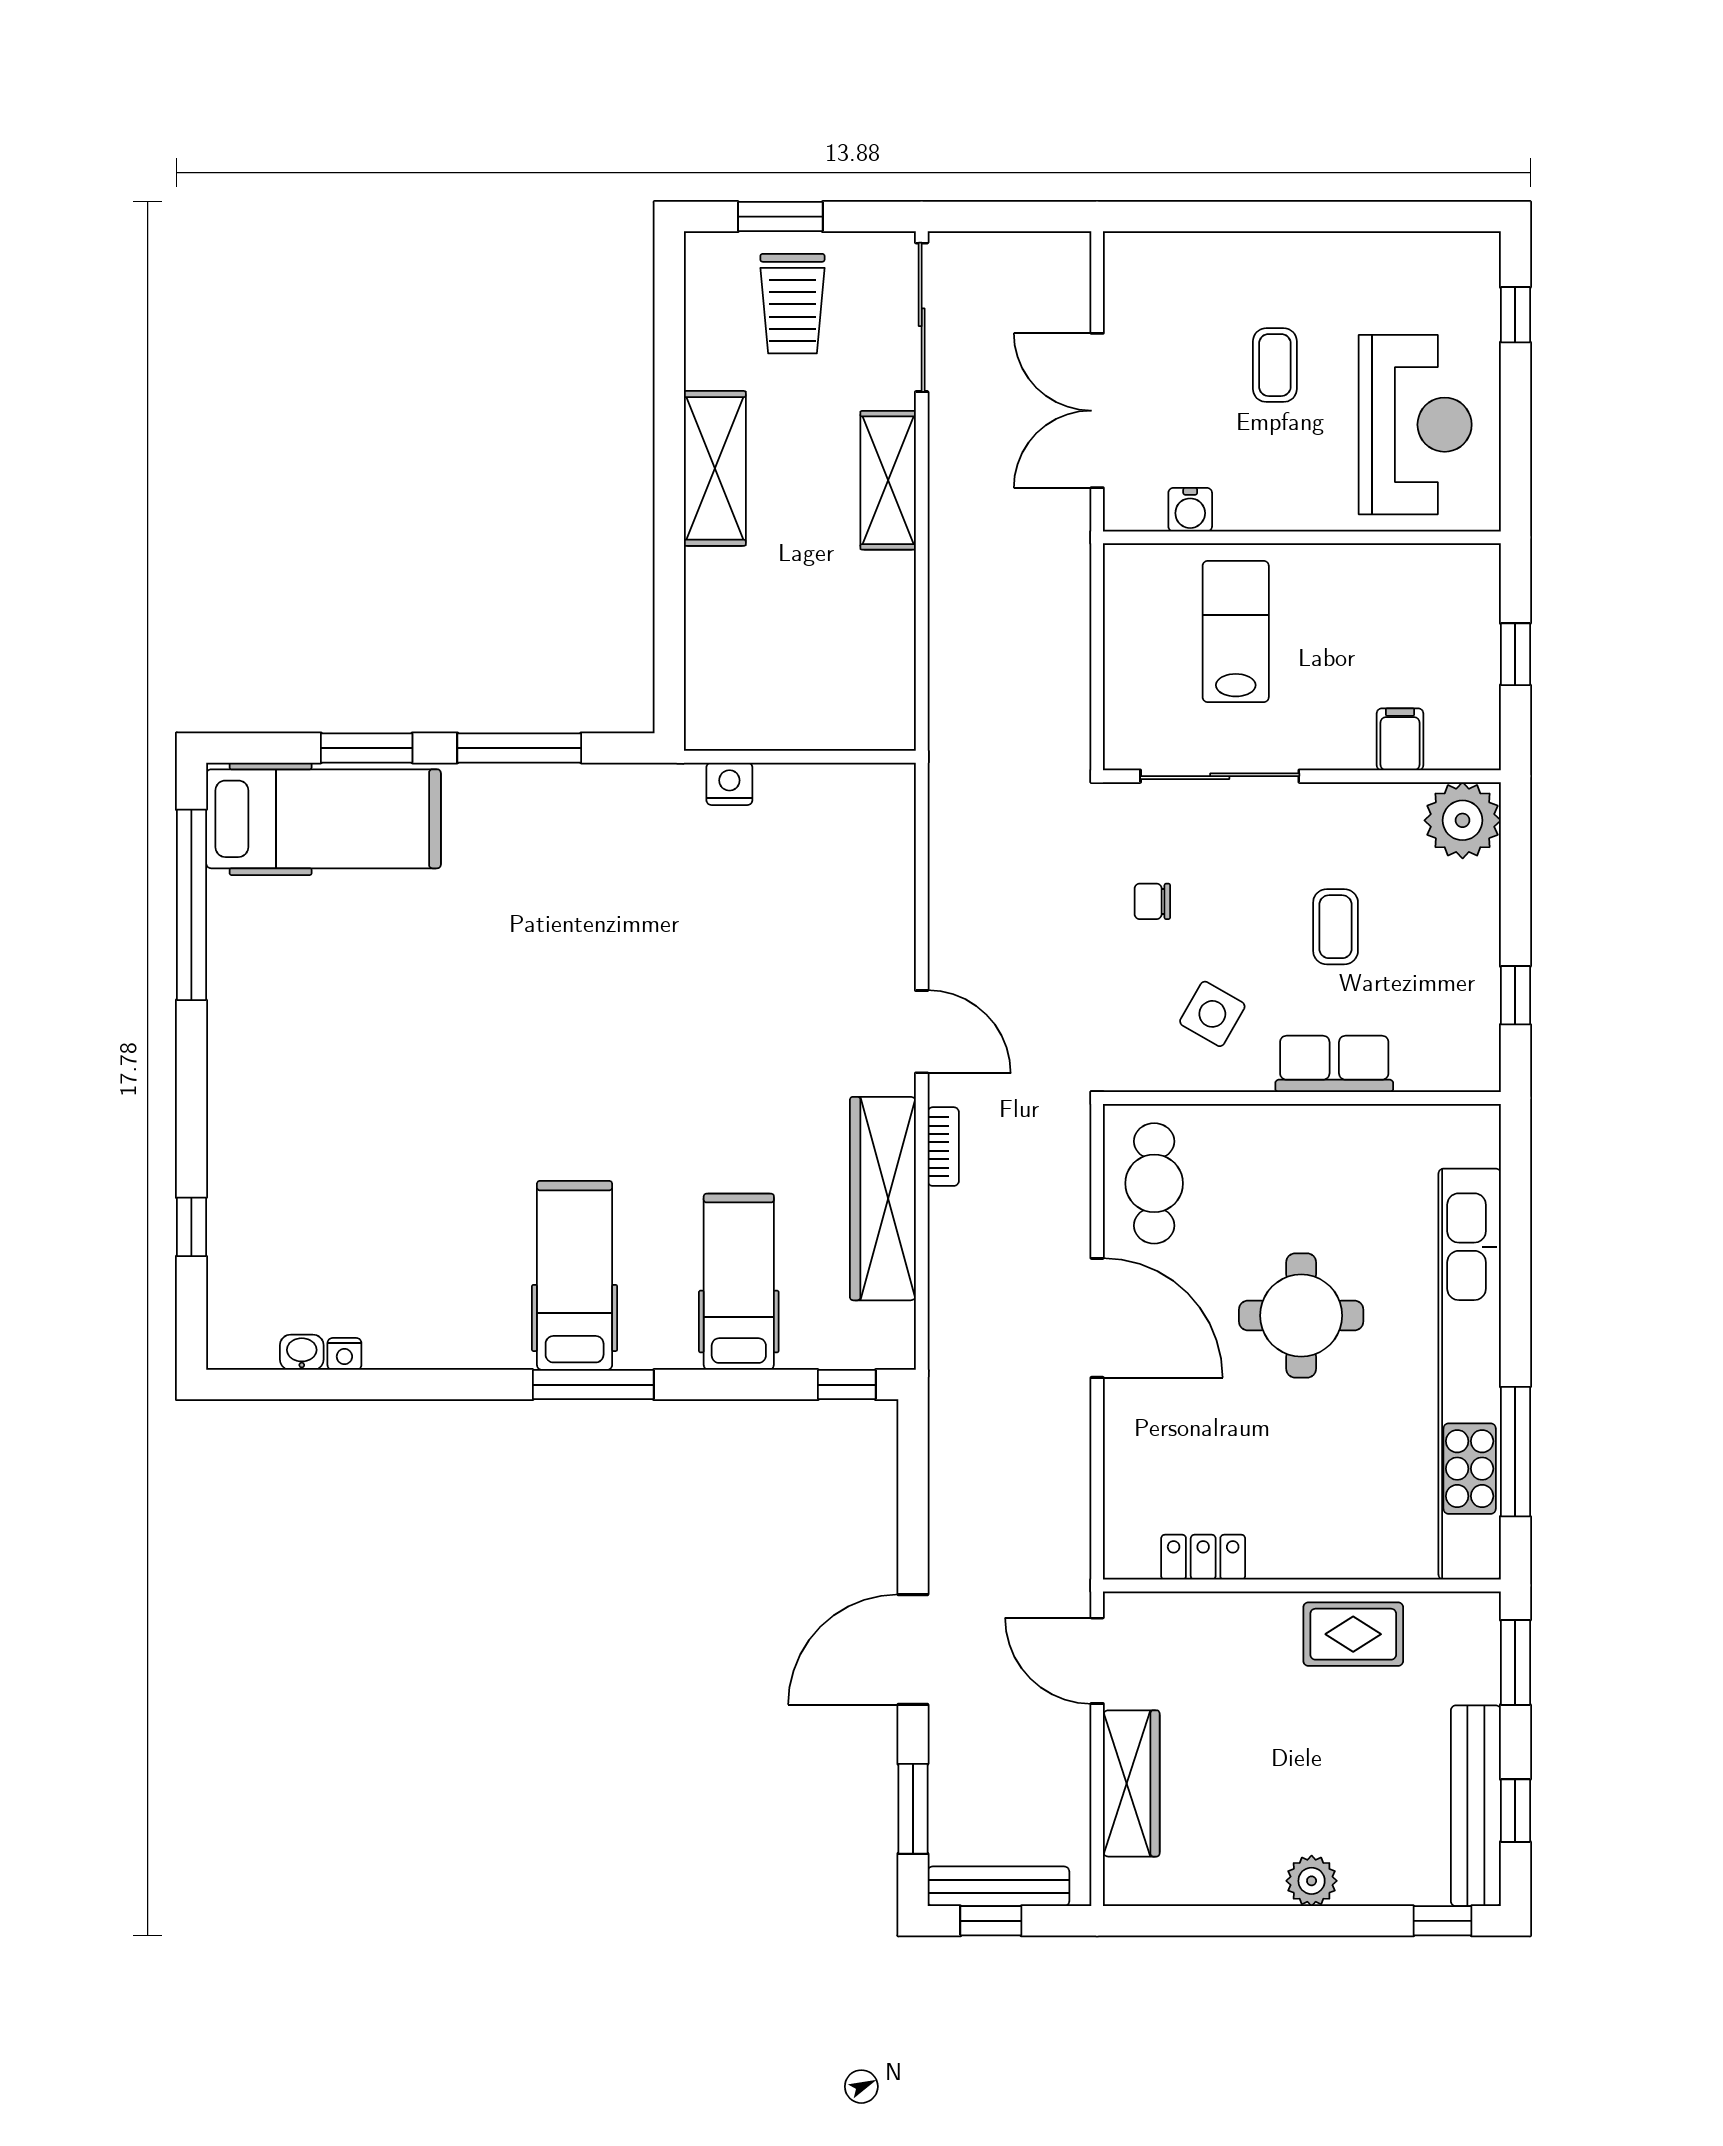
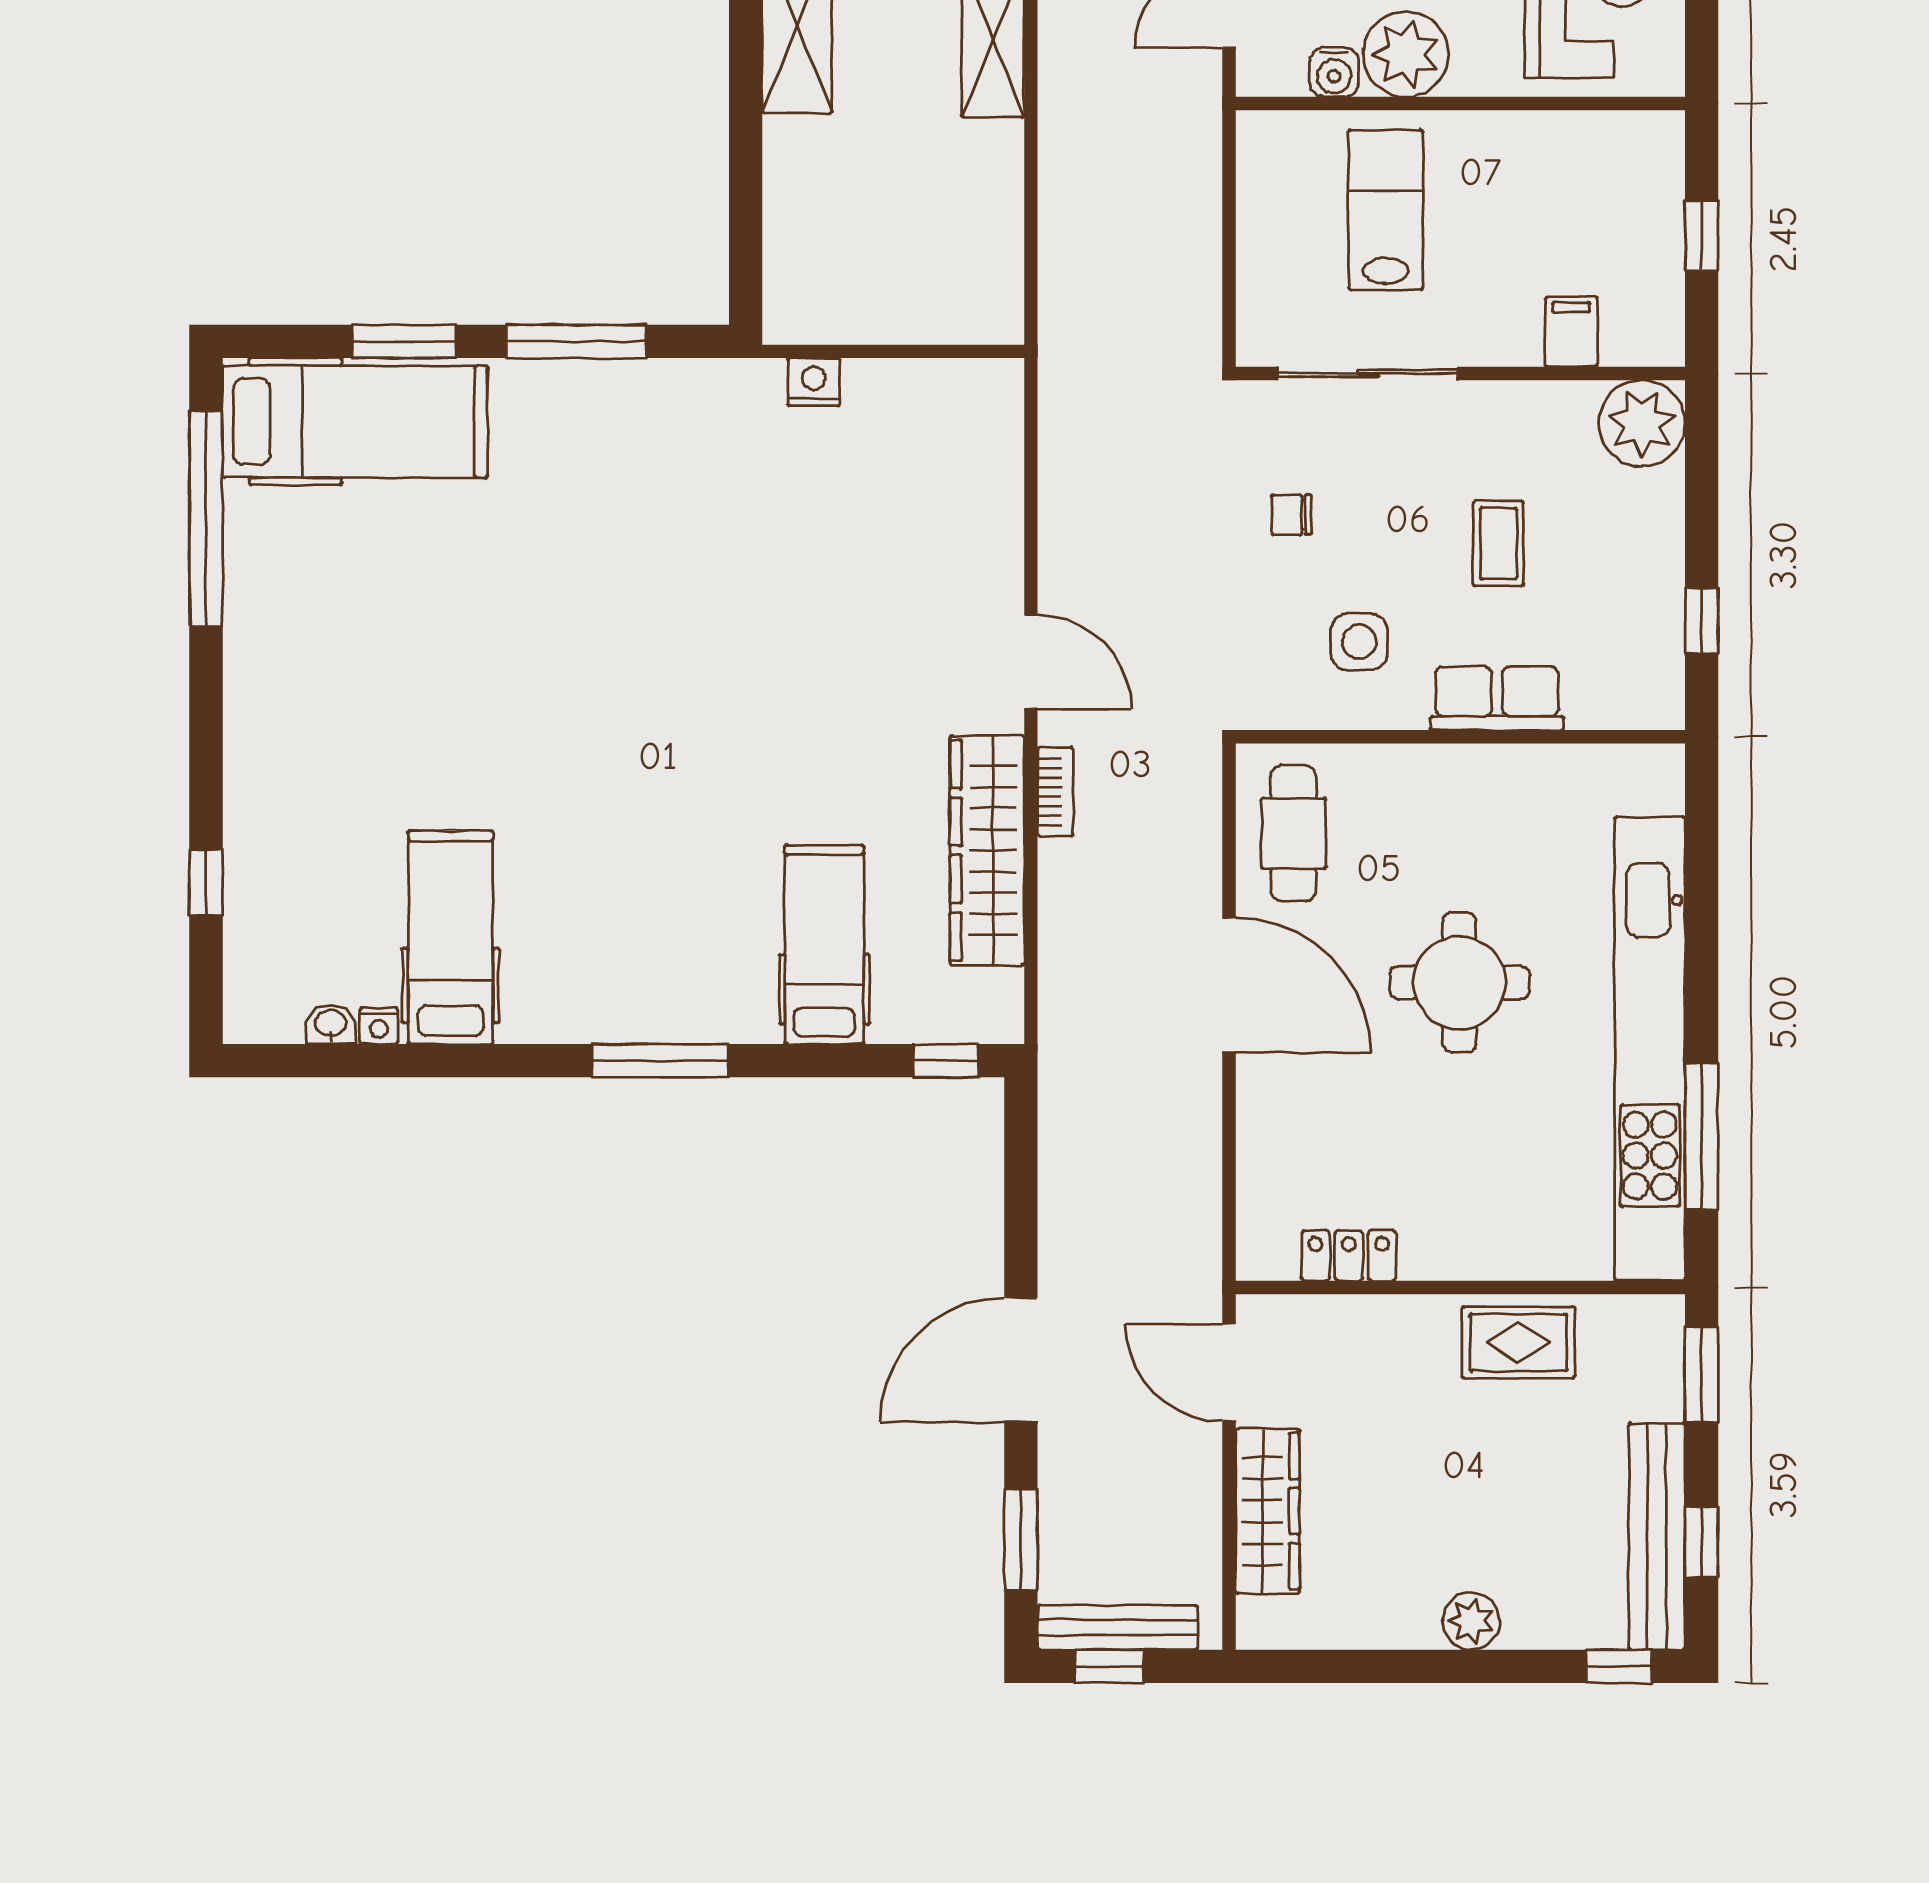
plant: (1254, 494) -> (1406, 54), added
side table: (1212, 1014) -> (1359, 642), turned -30
hospital bed: (575, 1275) -> (451, 937), moved

